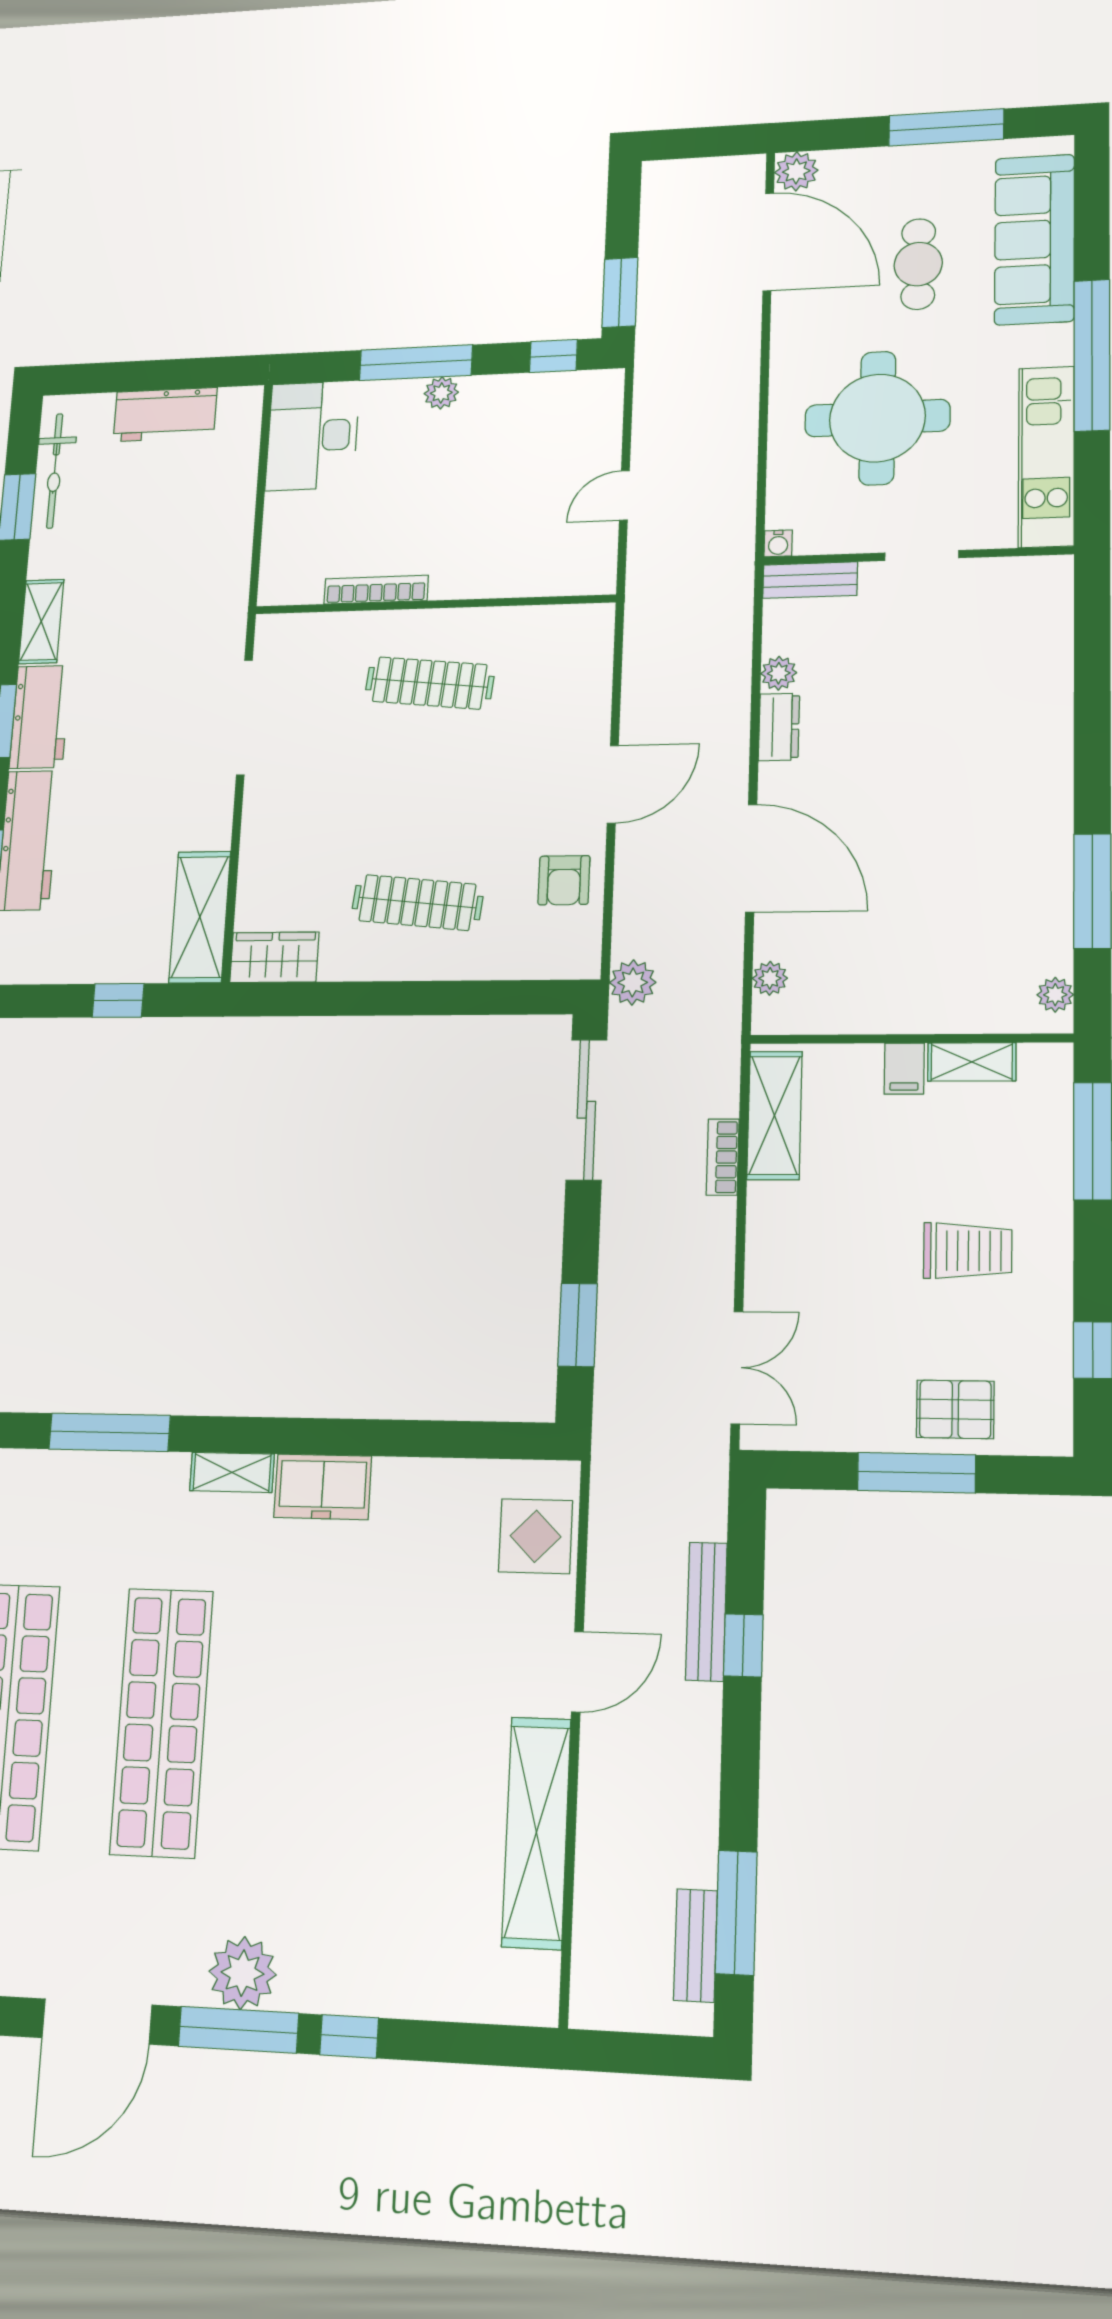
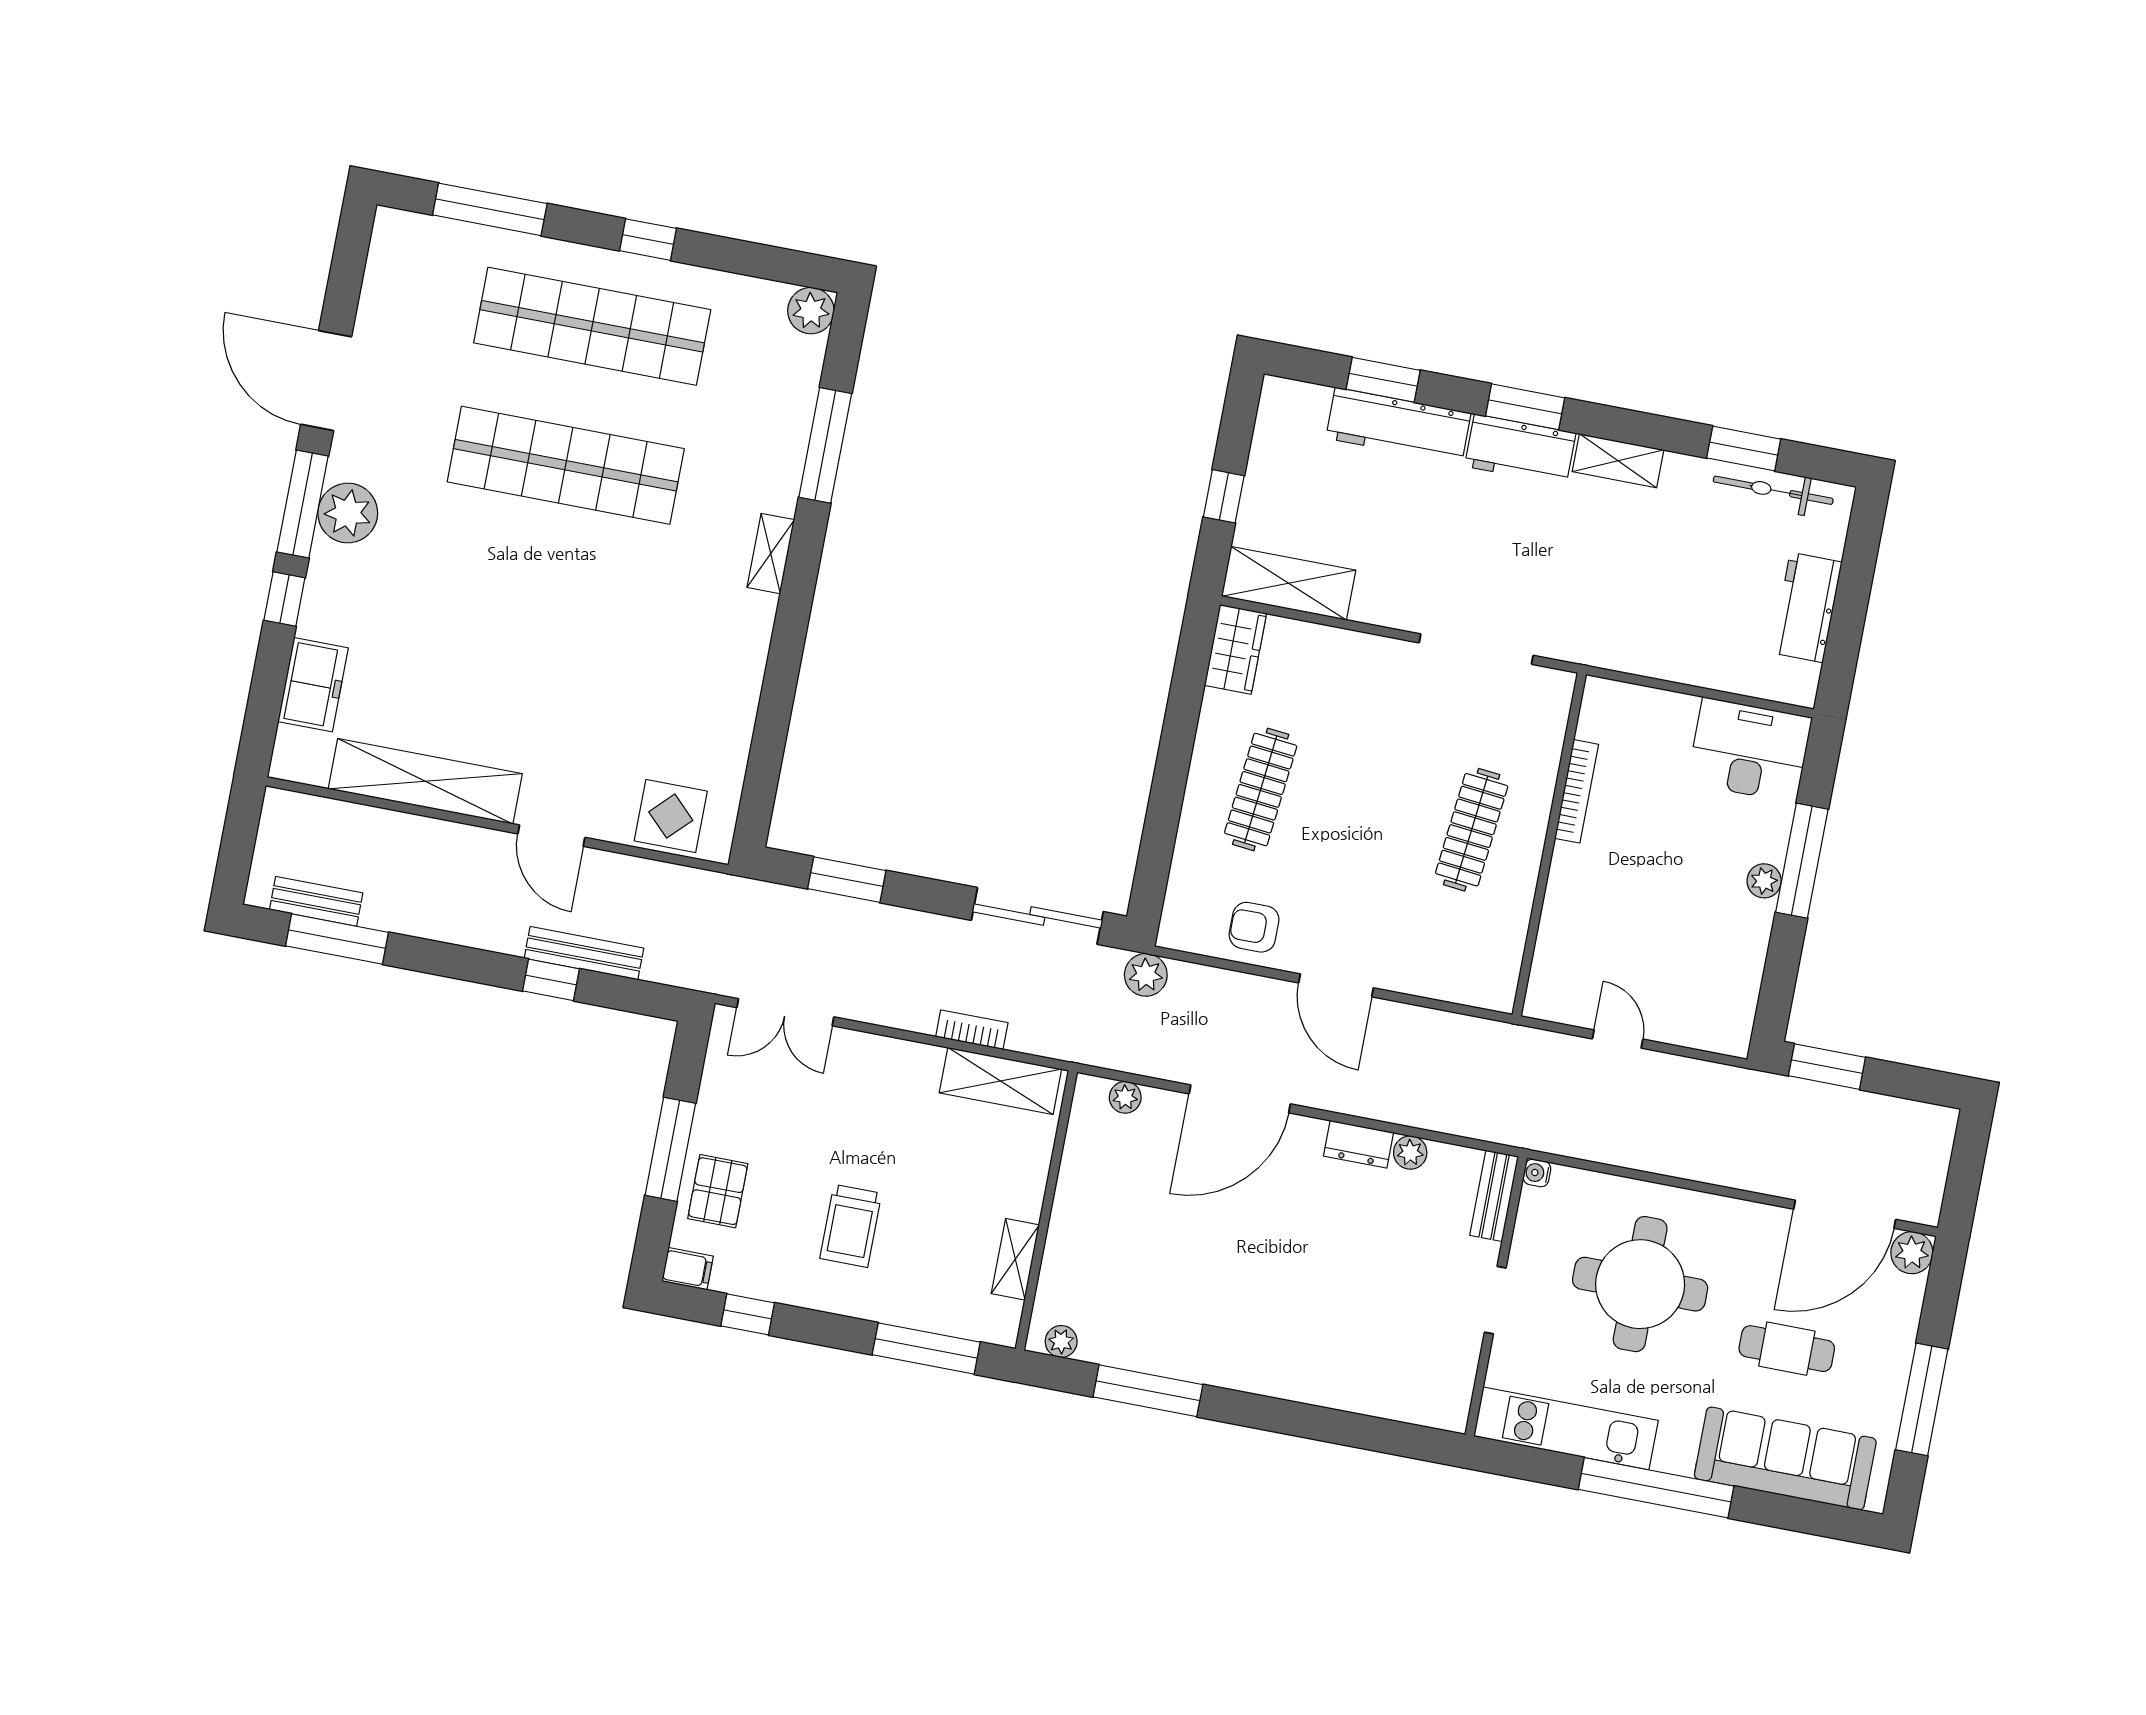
window: (553, 356) -> (1776, 994), removed
filing cabinet: (904, 1069) -> (687, 1269), moved, turned 180
freezer: (323, 1487) -> (313, 685), moved, turned 180

